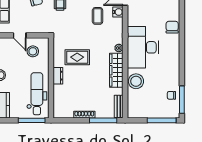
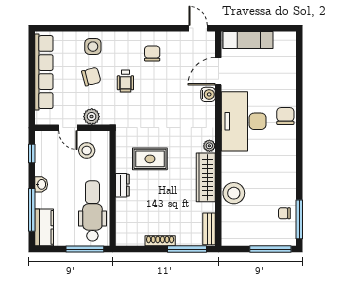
coffee table: (98, 16) -> (179, 100), removed
plant: (36, 28) -> (92, 117), added
desk: (143, 47) -> (244, 121), moved

